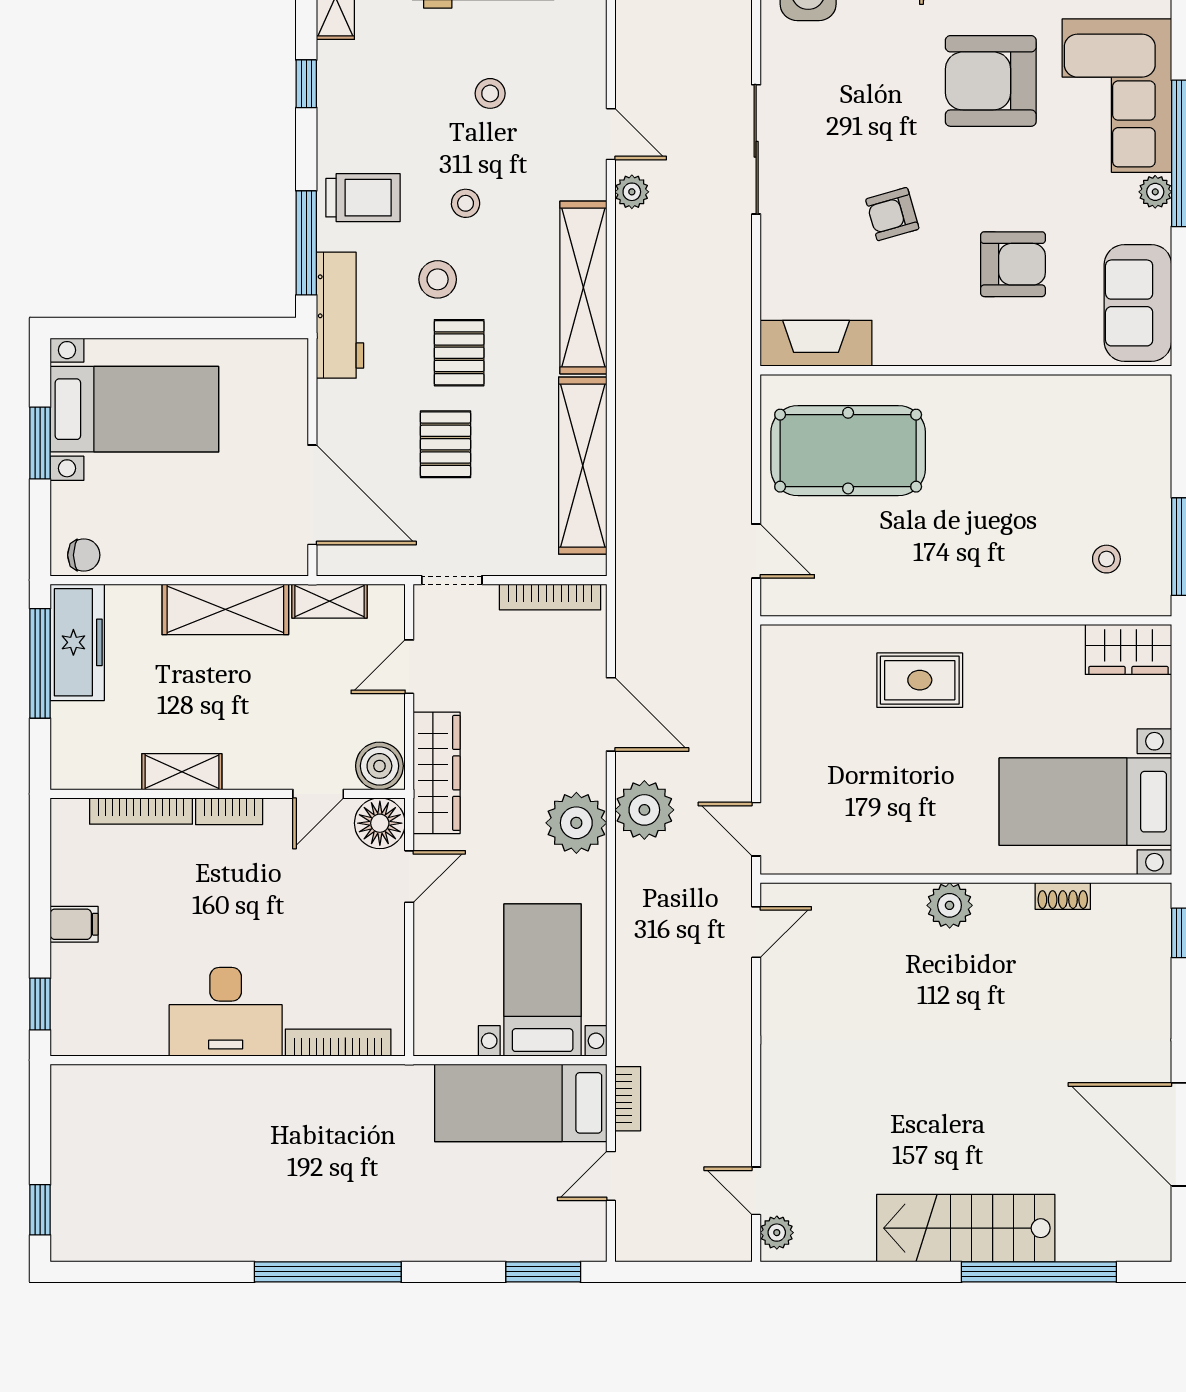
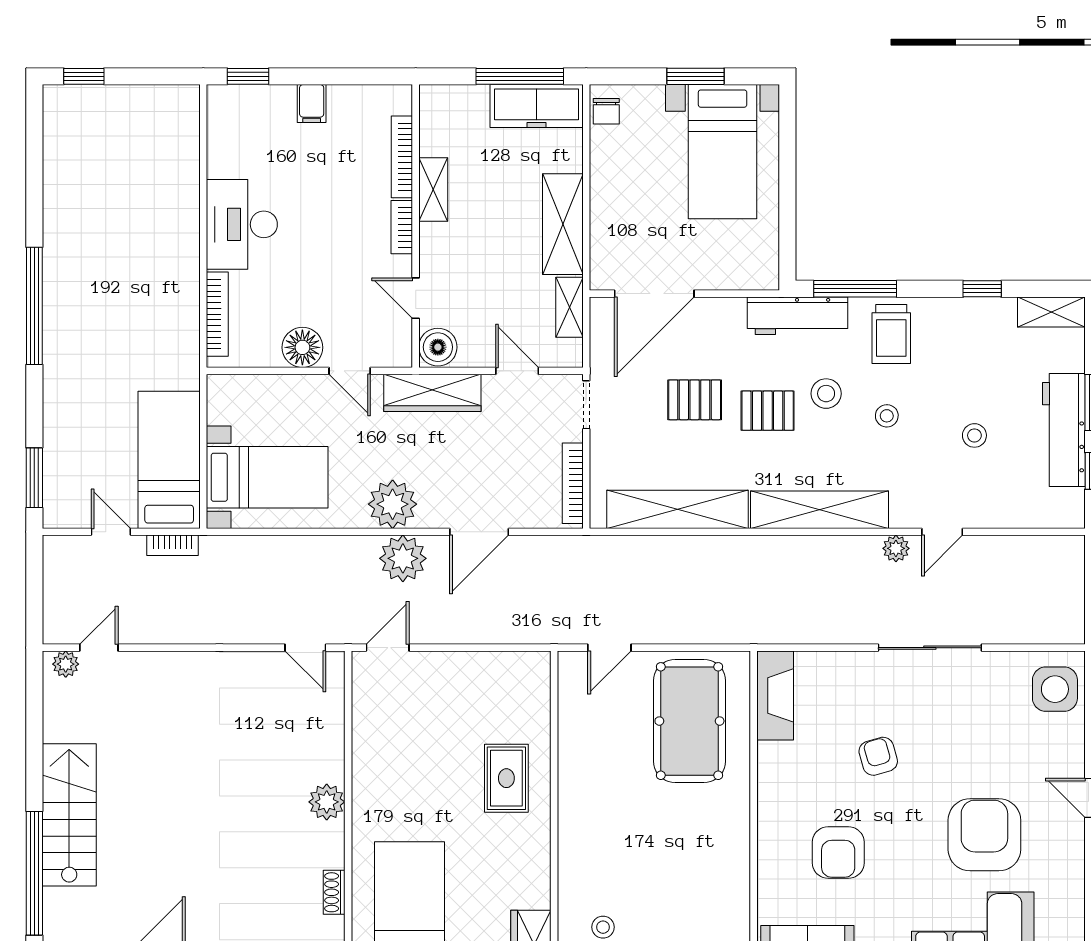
floor lamp: (380, 823) -> (302, 347), moved

